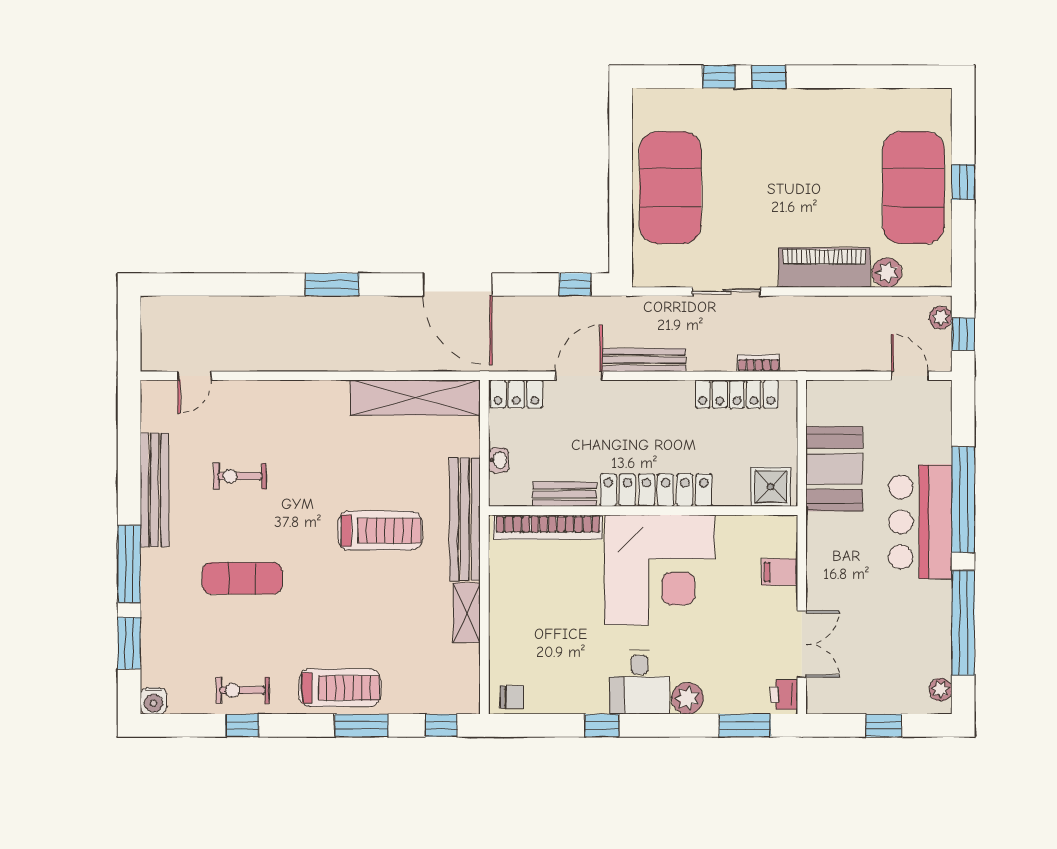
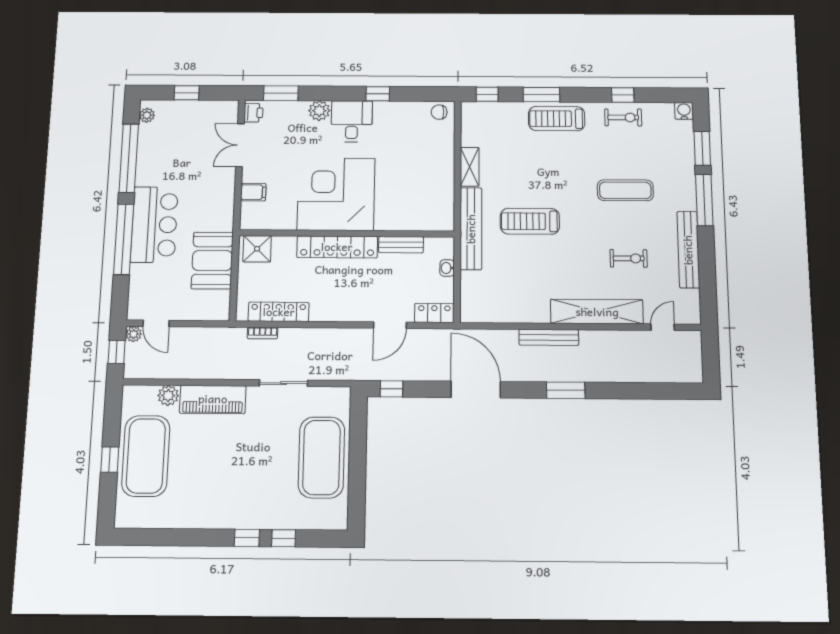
plant: (941, 318) -> (134, 334), moved
bench: (644, 360) -> (549, 337), moved
shelving: (415, 398) -> (597, 312), moved
bookcase: (548, 527) -> (413, 223), removed

